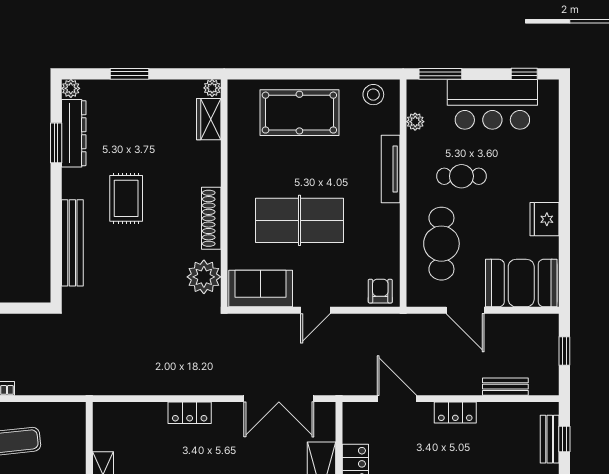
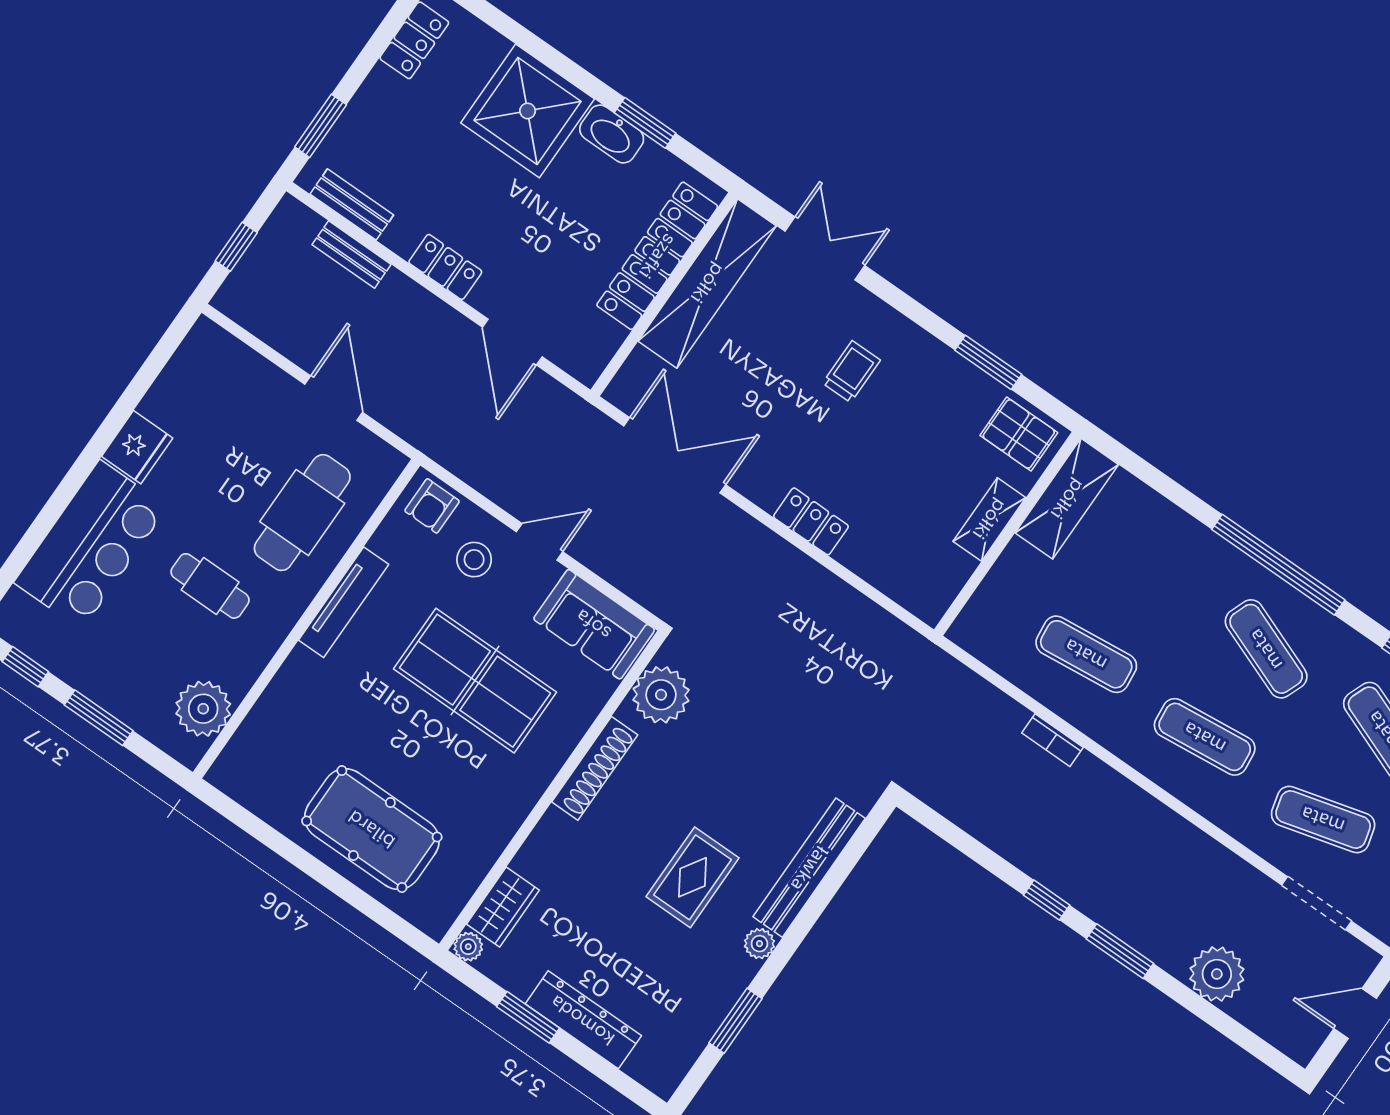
window: (130, 74) -> (528, 1017), moved
window: (440, 74) -> (99, 718), moved
plant: (71, 88) -> (759, 944), moved
stool: (373, 95) -> (474, 560), moved
bar counter: (492, 104) -> (91, 545), moved, turned 90
plant: (415, 122) -> (203, 709), width x1.88, depth x1.88
dresser: (74, 133) -> (583, 1020), moved, turned 90
tv unit: (391, 169) -> (344, 602), moved
booth: (521, 283) -> (230, 382), removed
bench: (550, 439) -> (352, 204), moved, turned 90
window: (564, 439) -> (321, 126), width x1.50

